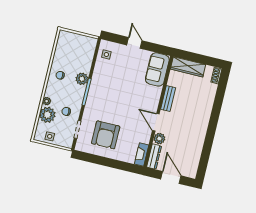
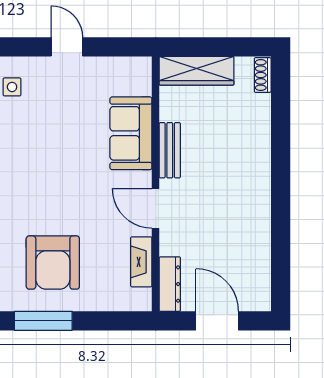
sofa: (157, 69) -> (131, 133), moved
plant: (159, 139) -> (172, 242), removed
fireplace: (142, 154) -> (141, 262), moved
window: (95, 159) -> (43, 321), added

